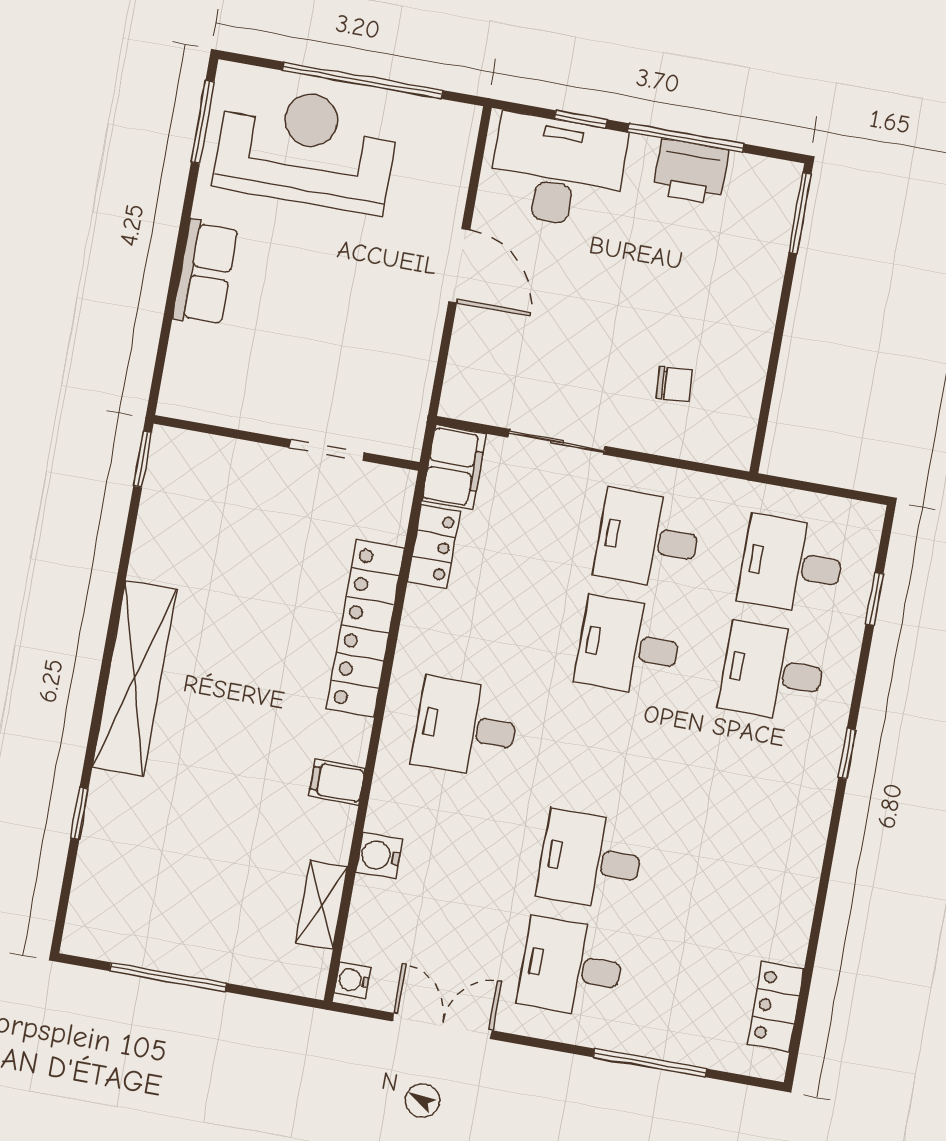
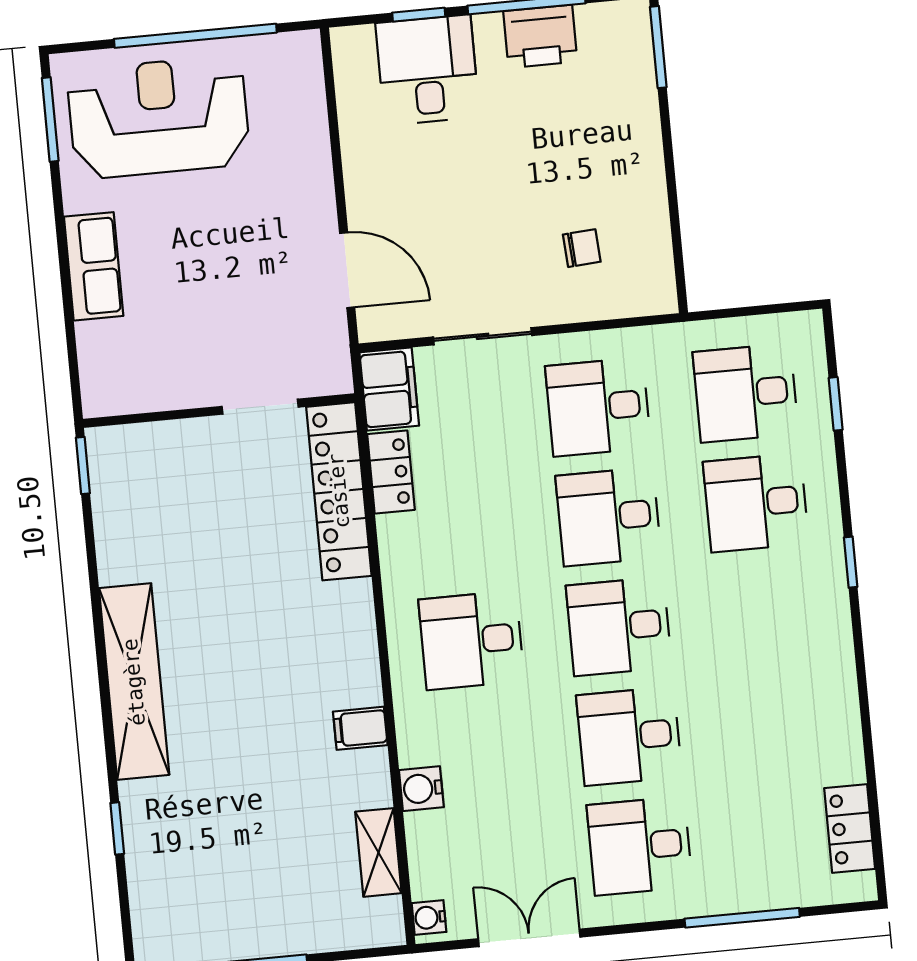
desk: (557, 171) -> (428, 70), width x0.73
door: (459, 266) -> (347, 270), moved
locker: (365, 629) -> (339, 491), moved
desk: (610, 753) -> (619, 626), added

